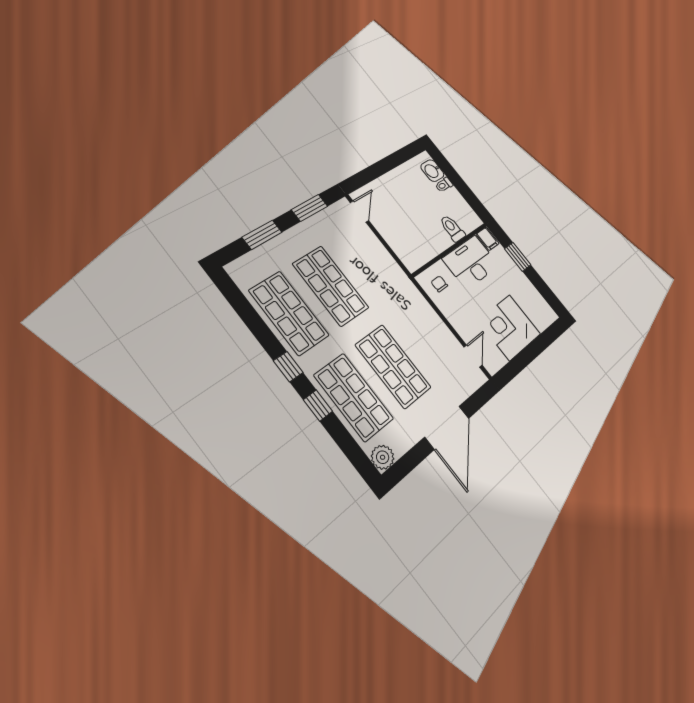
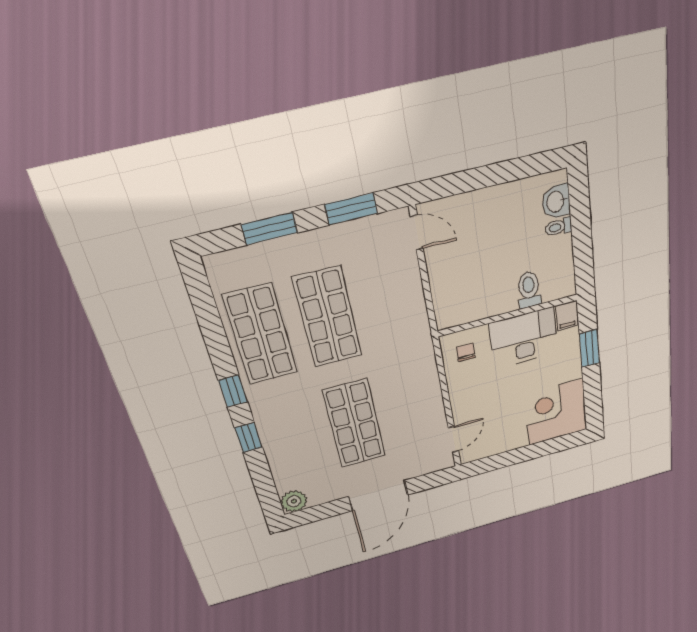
door: (359, 212) -> (417, 233), hinge flipped
corner desk: (509, 327) -> (556, 412), moved
shop shelf: (354, 397) -> (293, 441), removed

